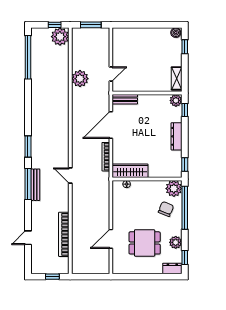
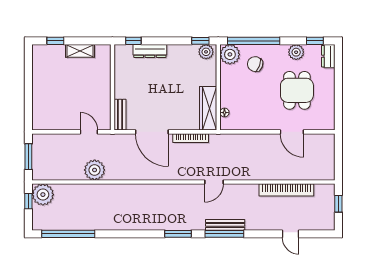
boiler: (176, 33) -> (38, 52), removed
shelving: (177, 78) -> (80, 51), moved
plant: (176, 100) -> (206, 52), moved
dresser: (177, 136) -> (150, 51), moved

